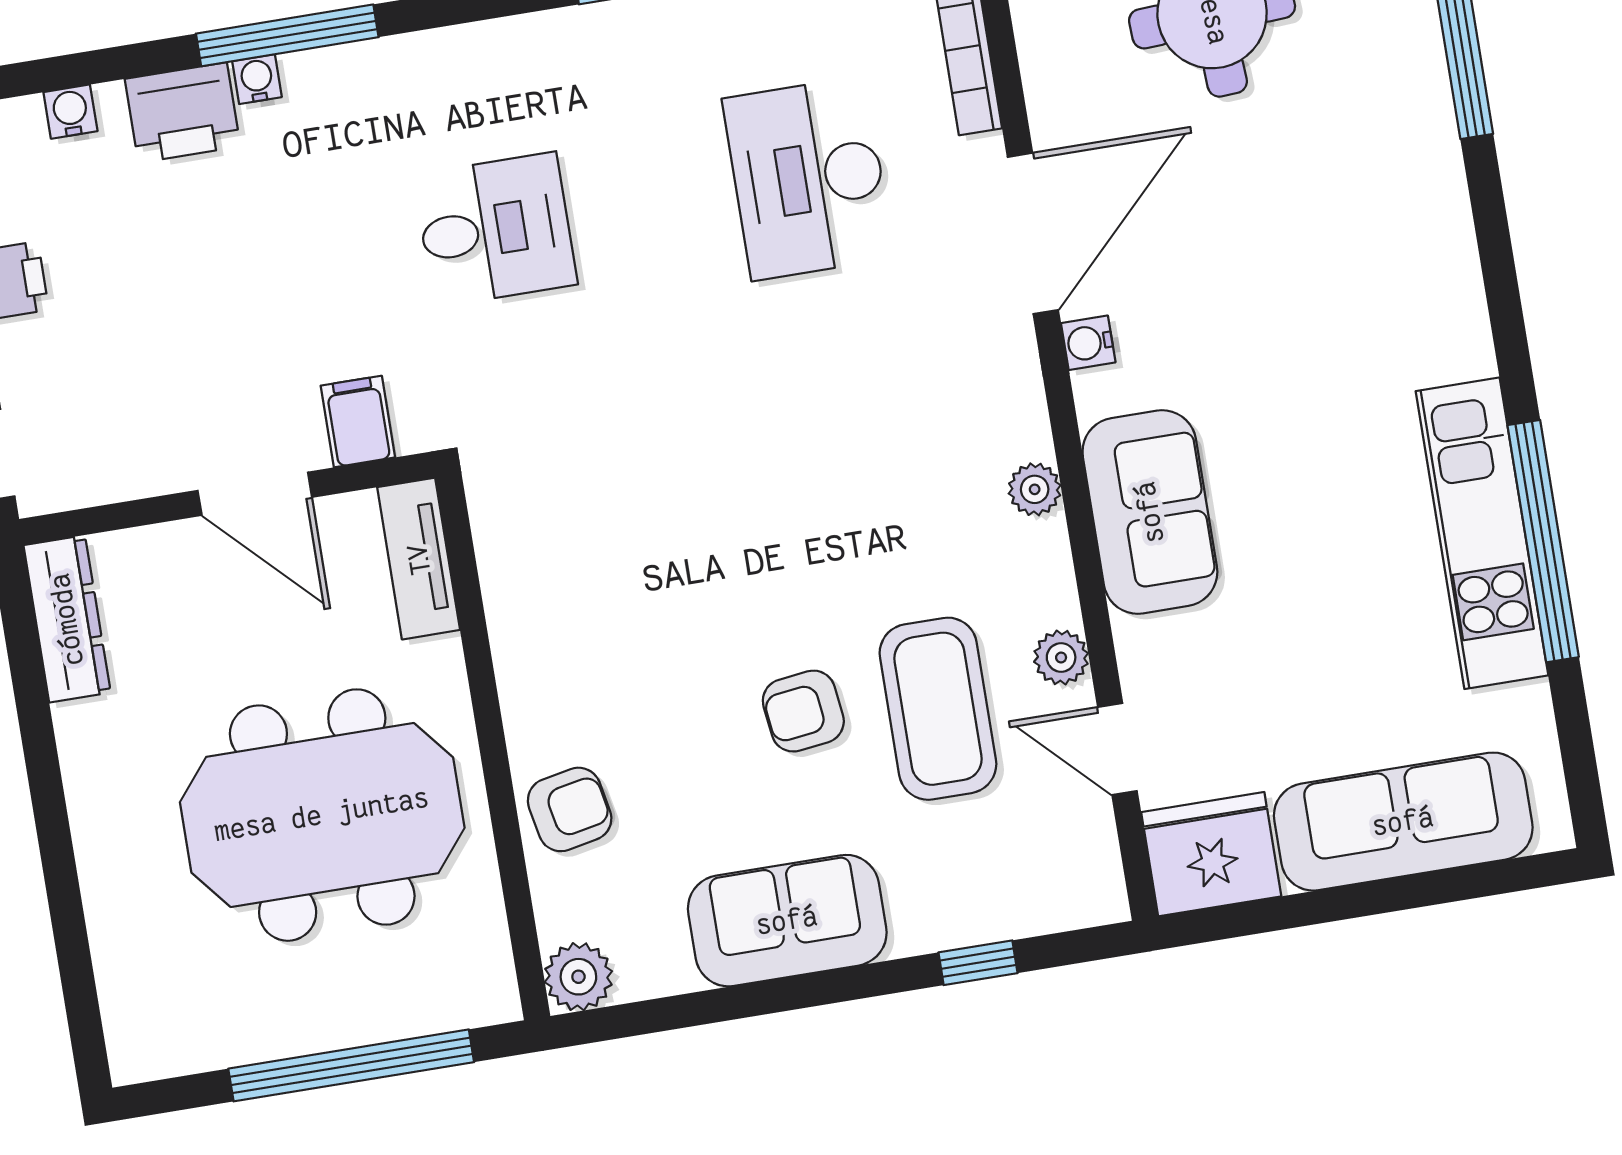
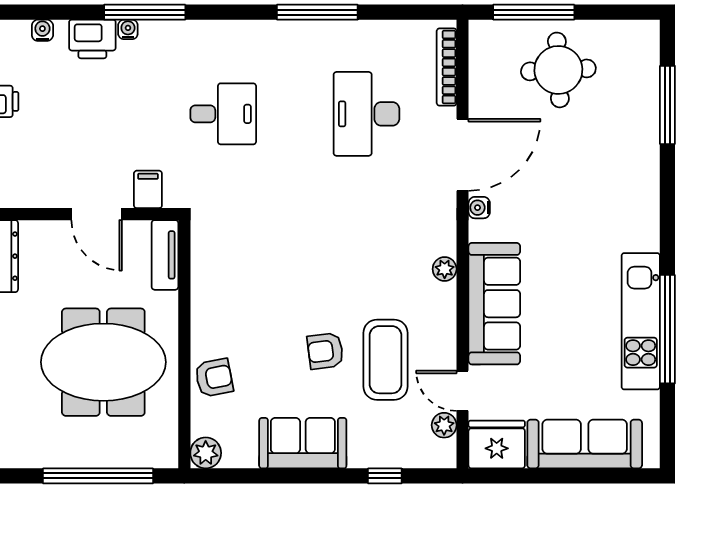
sofa: (1150, 512) -> (494, 304), width x1.36
plant: (1061, 657) -> (444, 425), moved

